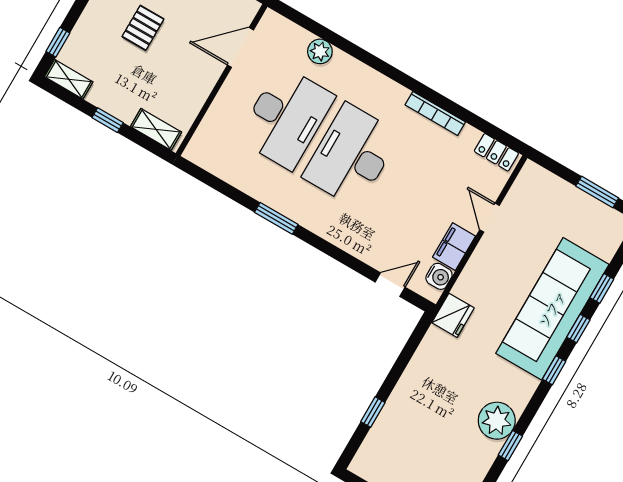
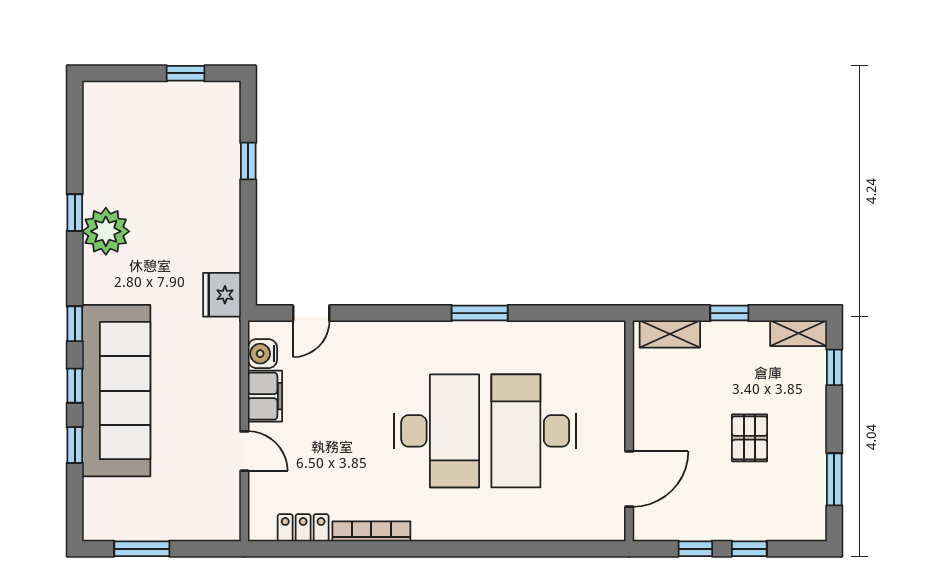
plant: (320, 51) -> (539, 526), removed
locker: (496, 152) -> (303, 528), moved
fridge: (453, 315) -> (222, 295), moved

